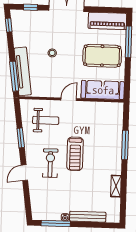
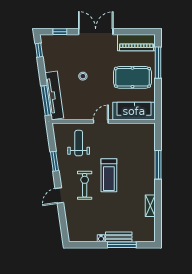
weight bench: (46, 120) -> (79, 143), turned -90
bench: (88, 217) -> (119, 237), width x0.73
window: (56, 223) -> (122, 245), moved

